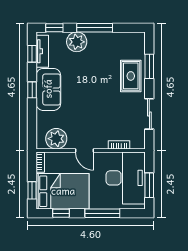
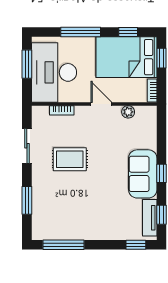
window: (95, 28) -> (64, 245), moved
plant: (77, 42) -> (110, 229), removed
rug: (131, 76) -> (70, 159), moved, turned 90
plant: (56, 139) -> (128, 112), width x0.53, depth x0.53

